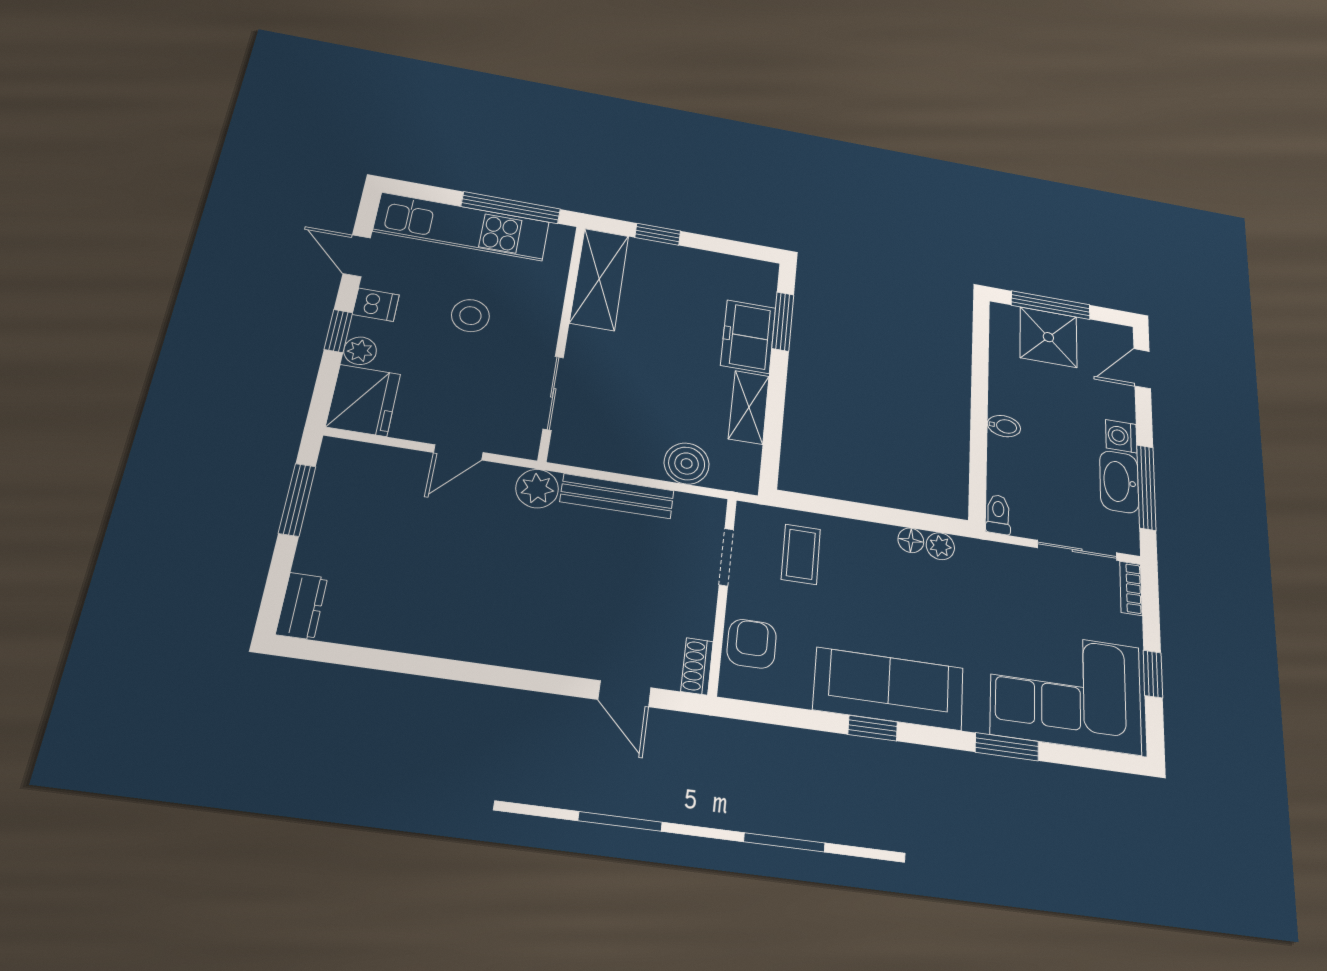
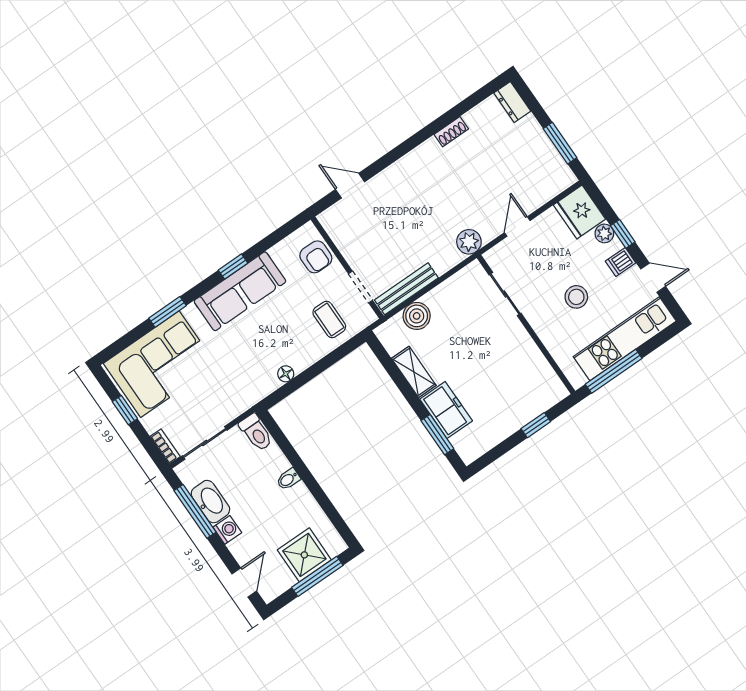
shelving: (599, 279) -> (539, 373), removed
bench: (617, 496) -> (406, 289), moved
toilet: (998, 514) -> (256, 432), width x1.37, depth x1.39
plant: (940, 546) -> (270, 384), removed
shoe rack: (697, 666) -> (451, 132), moved, turned 90

